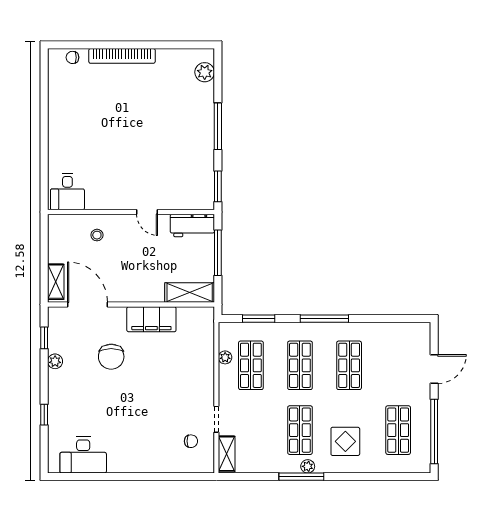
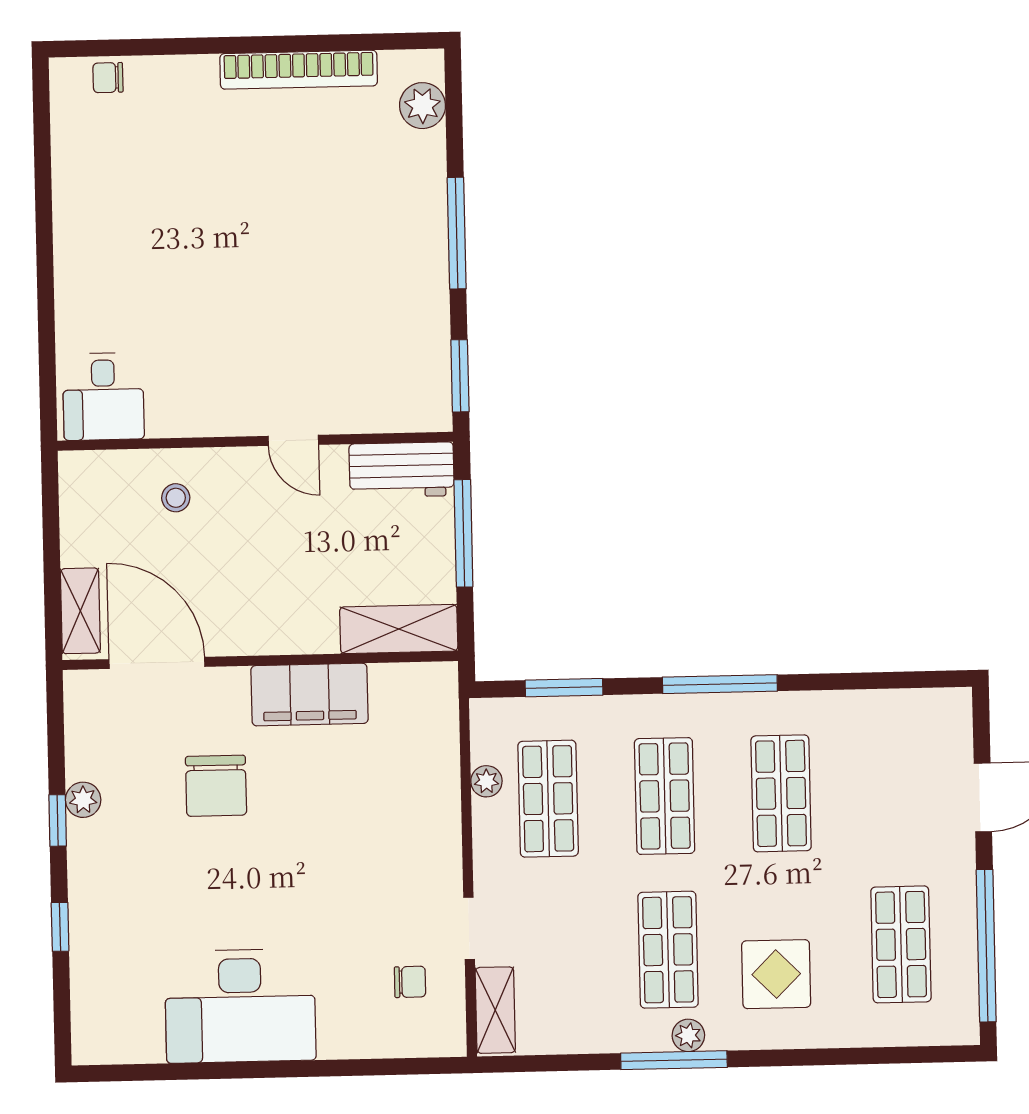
bookcase: (122, 56) -> (299, 70), moved
window: (44, 338) -> (58, 820), moved
desk: (83, 455) -> (240, 1006), moved, width x1.36, depth x1.30

